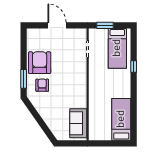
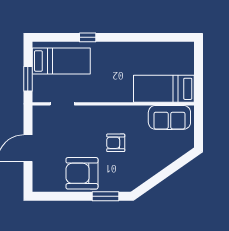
armchair: (42, 85) -> (116, 143), moved
bed: (121, 119) -> (164, 89), moved

